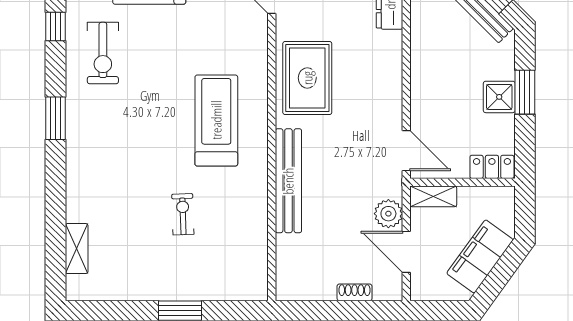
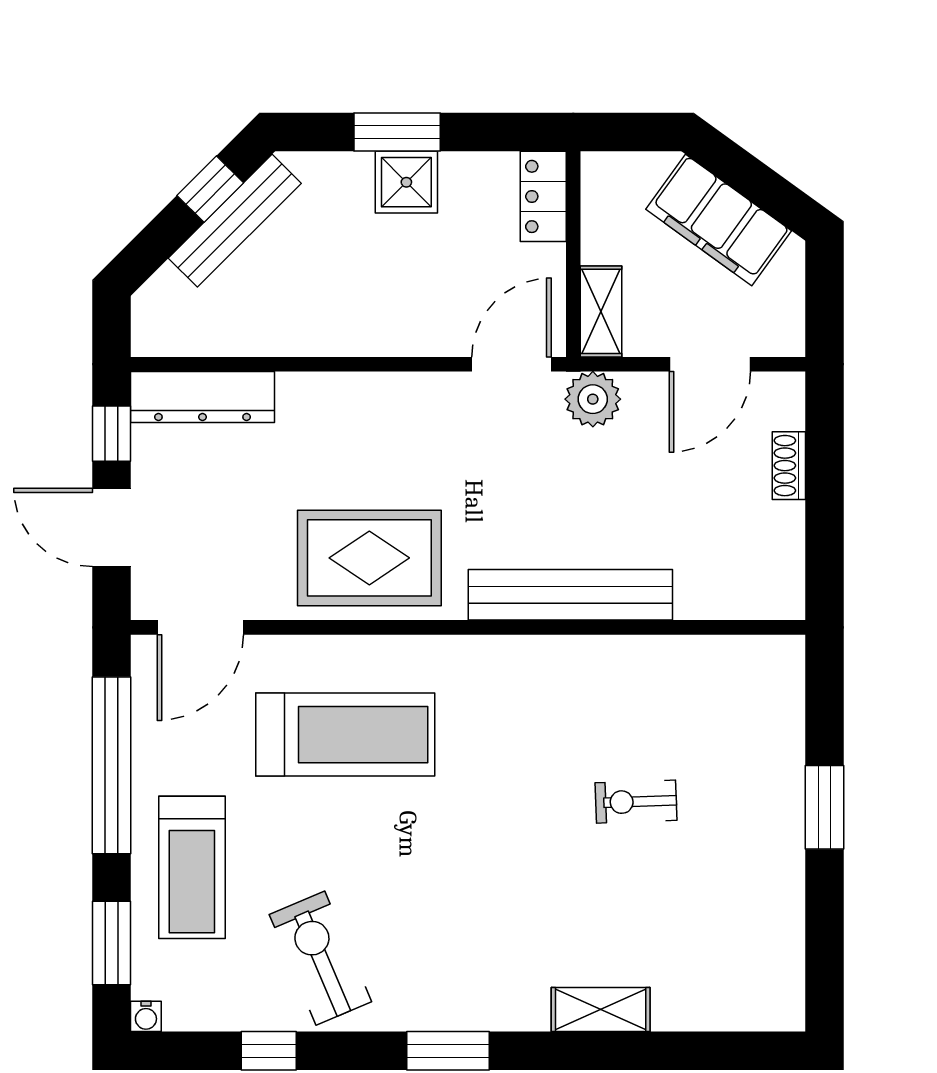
exercise bike: (103, 53) -> (320, 958), turned -113
treadmill: (216, 120) -> (345, 735), moved, turned 180
plant: (388, 214) -> (593, 399), moved
shelving: (77, 249) -> (601, 1010), moved

